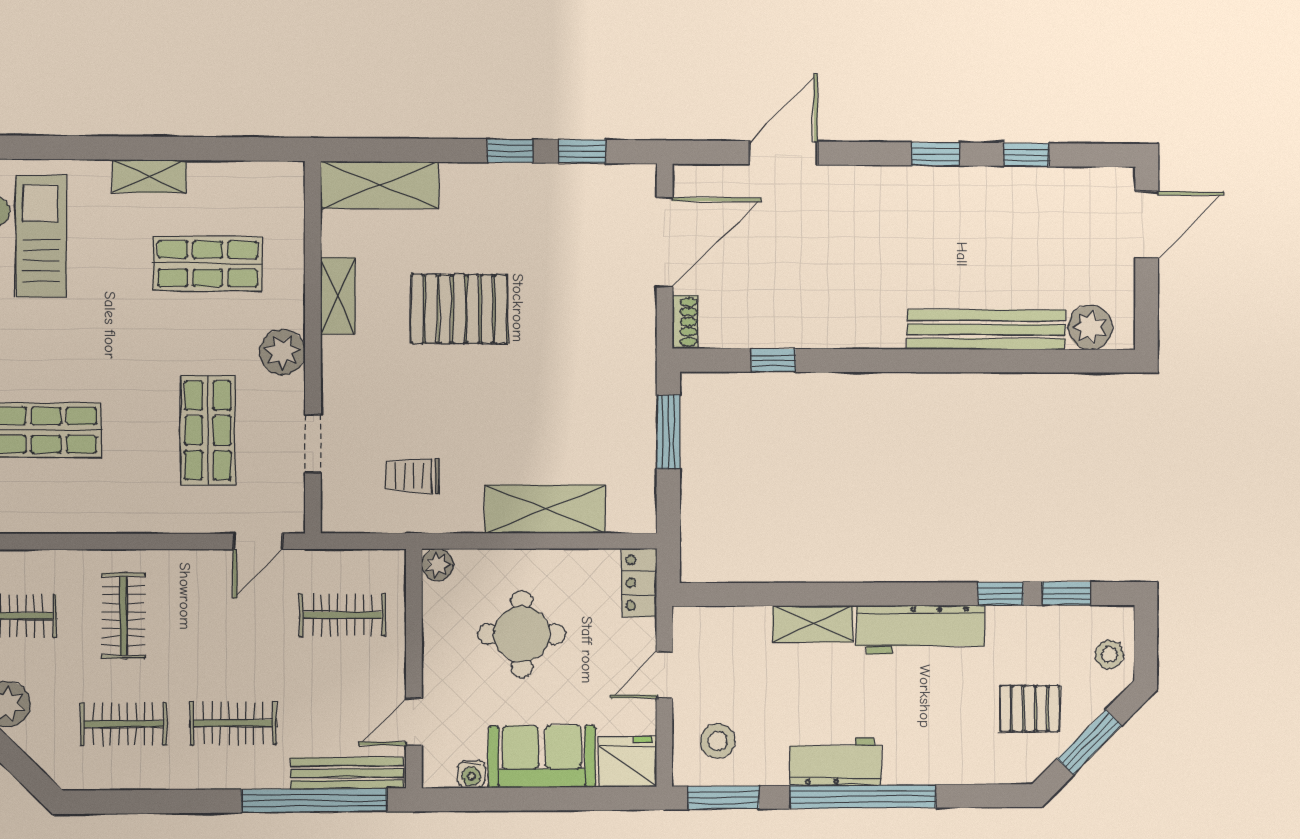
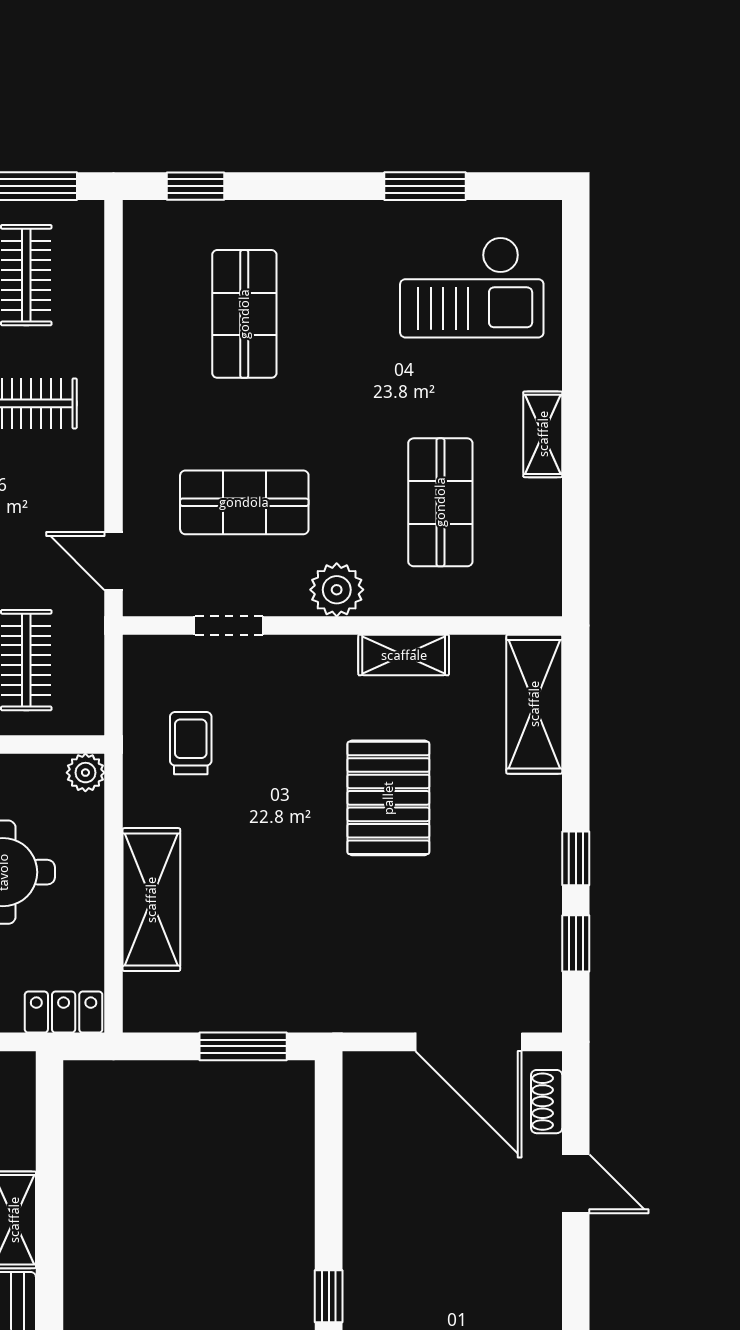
door: (783, 153) -> (576, 1184), width x0.73
shoe rack: (685, 322) -> (547, 1102), moved, turned 90
window: (773, 360) -> (329, 1296), moved

